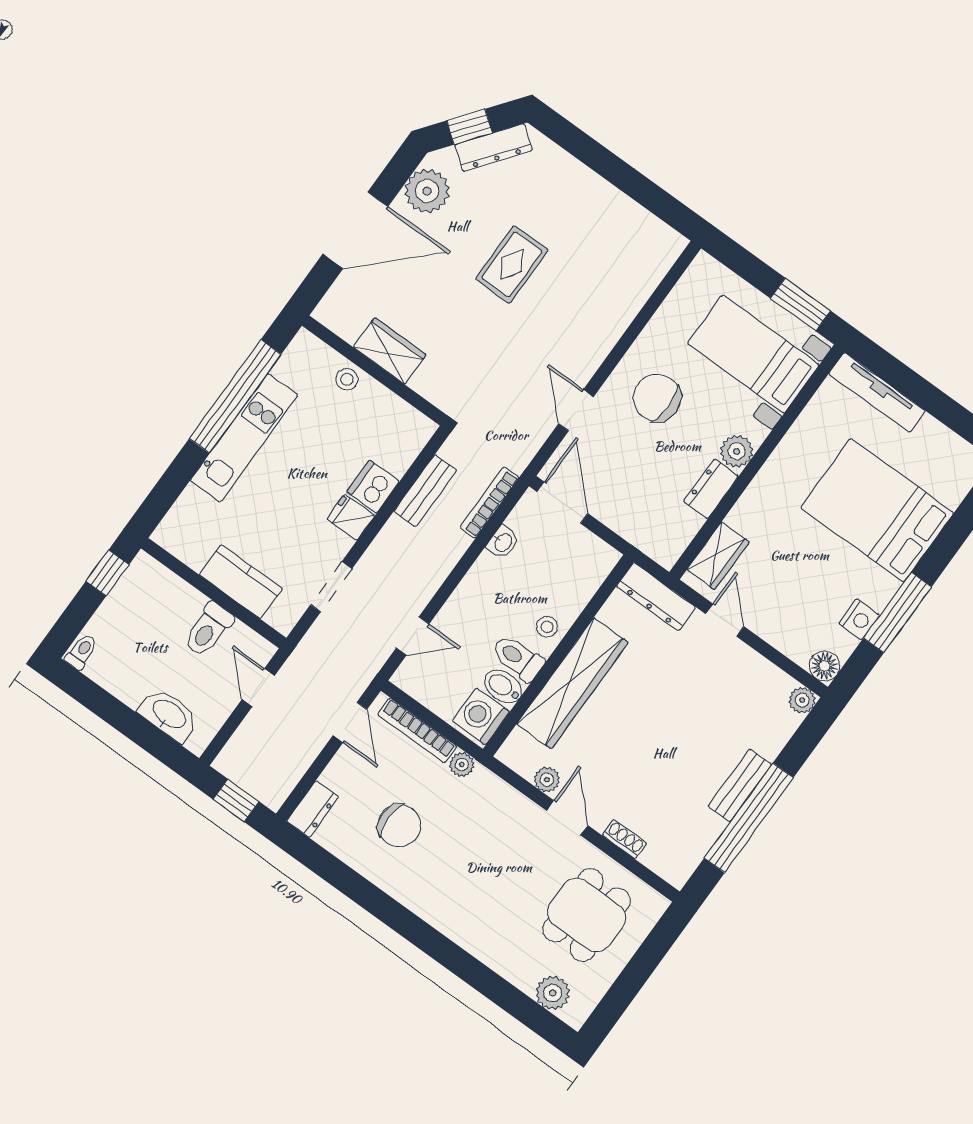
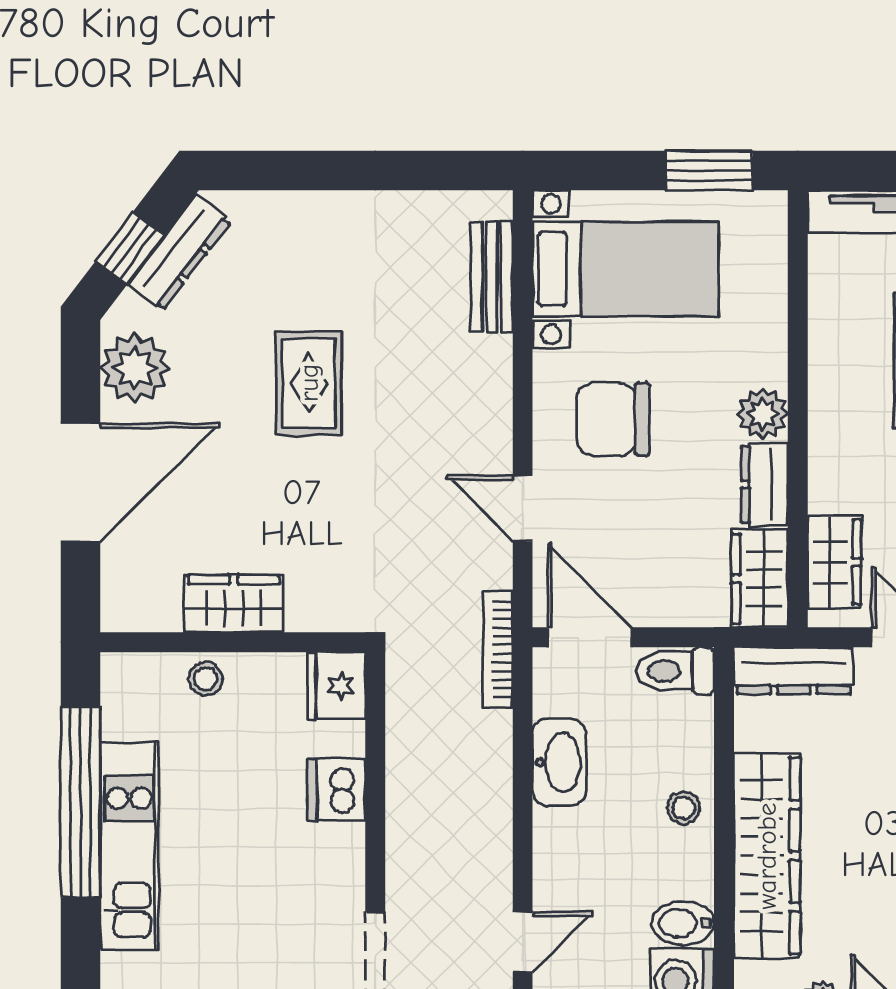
bed with nightstands: (753, 354) -> (626, 269), moved, turned 180
bench: (425, 491) -> (492, 277), moved
bookcase: (490, 502) -> (498, 649), moved
fridge: (351, 517) -> (336, 686), moved, width x1.38
wardrobe: (673, 536) -> (760, 579), added
washbasin: (503, 542) -> (559, 762), width x1.91, depth x1.45
toilet: (518, 658) -> (675, 671), moved

